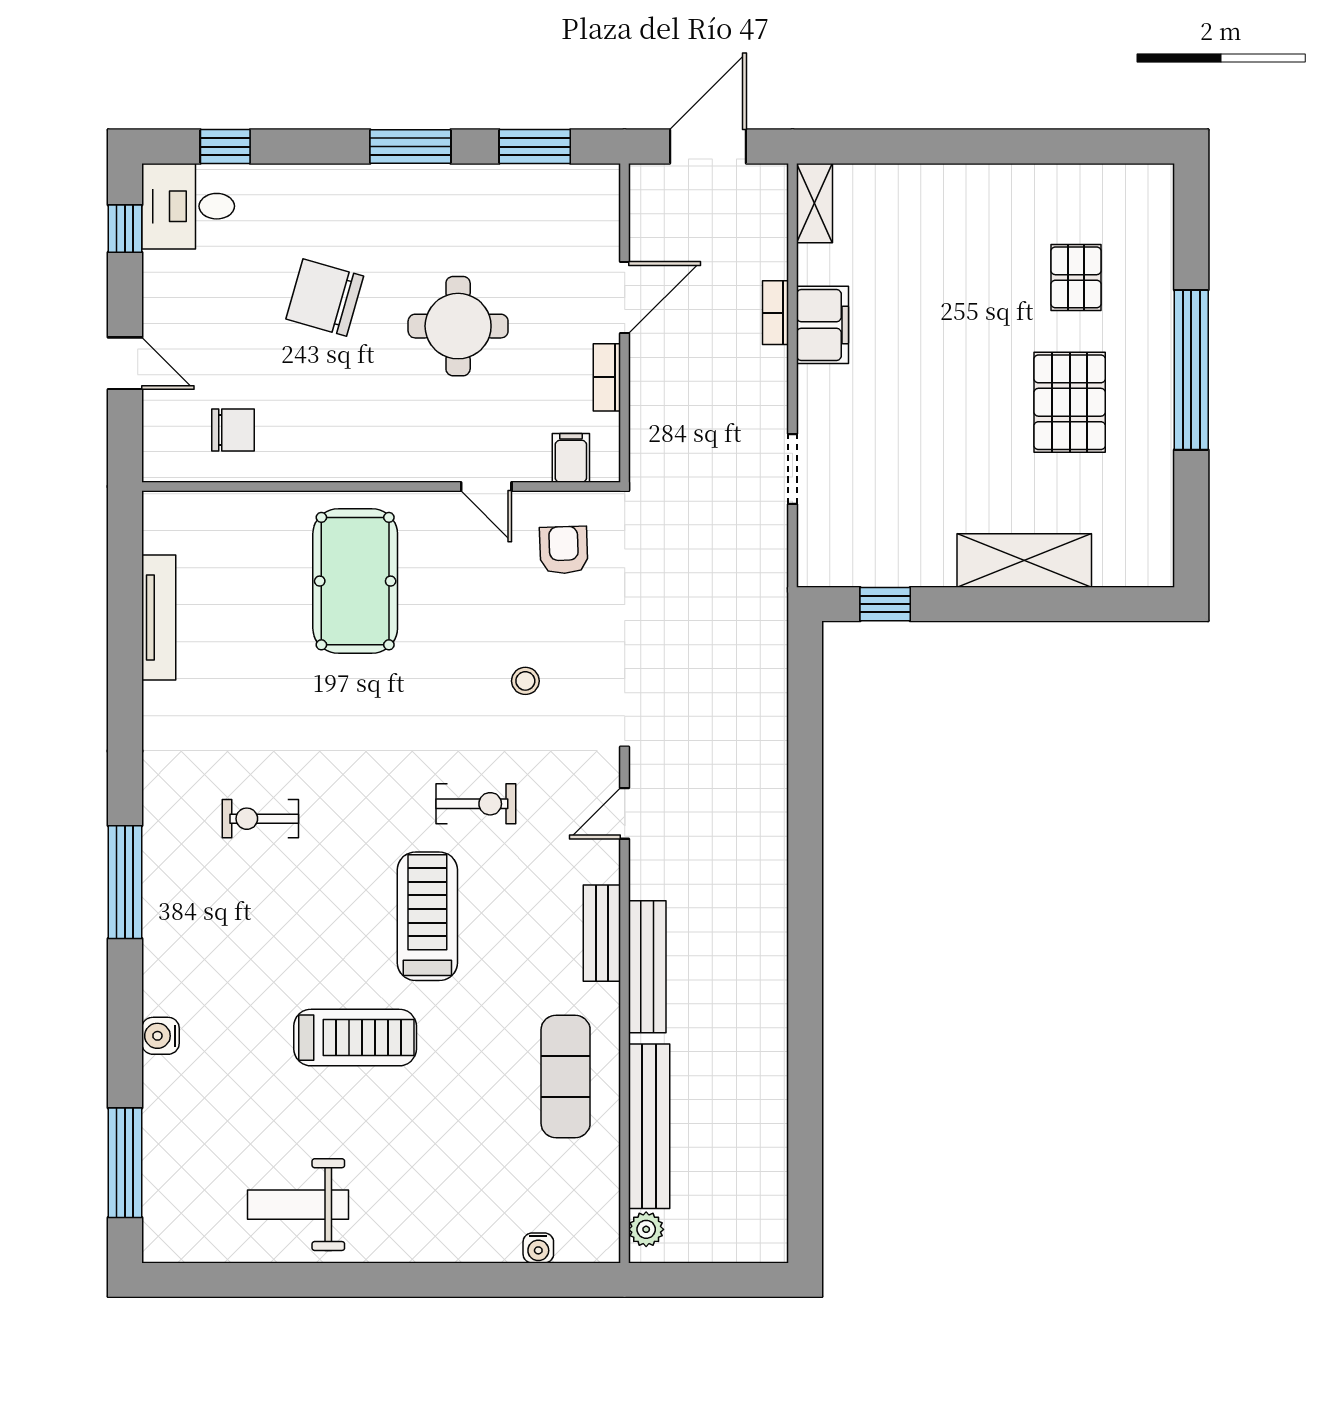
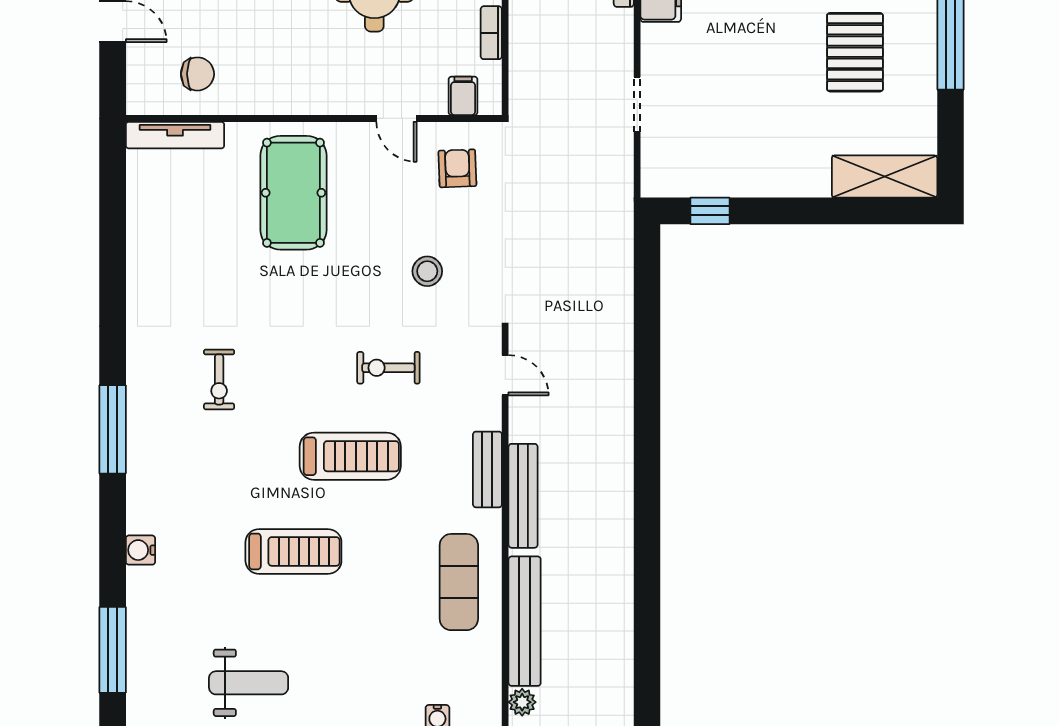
shelving: (1024, 560) -> (885, 177), moved
tv unit: (159, 618) -> (175, 135), moved, turned 90
stool: (525, 681) -> (427, 271), width x1.37, depth x1.37
exercise bike: (476, 804) -> (388, 368), turned 180
door: (625, 813) -> (505, 375), swing flipped
exercise bike: (260, 819) -> (219, 379), turned -90
treadmill: (427, 916) -> (350, 456), turned 90
weight bench: (298, 1205) -> (249, 683), turned 180

